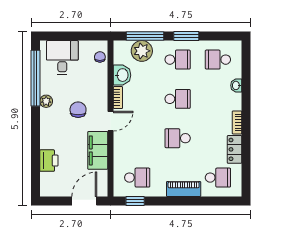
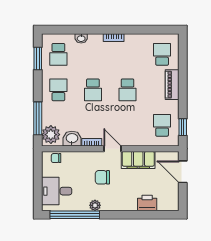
window: (186, 36) -> (38, 59), moved
plant: (142, 51) -> (51, 135), moved
school desk: (178, 99) -> (93, 90), turned 180
locker: (235, 149) -> (137, 40), removed

